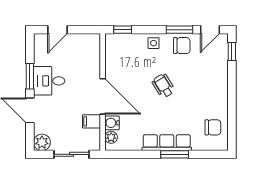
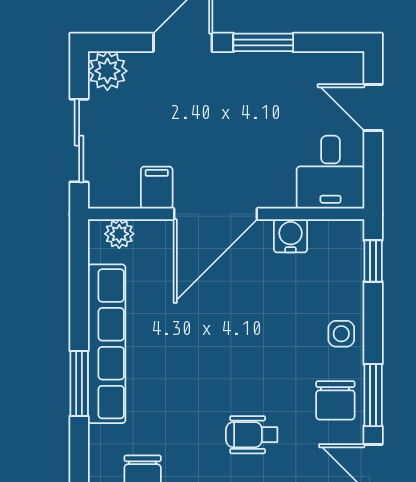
desk: (49, 81) -> (331, 172), moved, turned 180
wheelchair: (163, 86) -> (252, 435), moved, turned -148
water cooler: (112, 123) -> (291, 236), moved
row of seats: (167, 143) -> (107, 344), width x1.36

